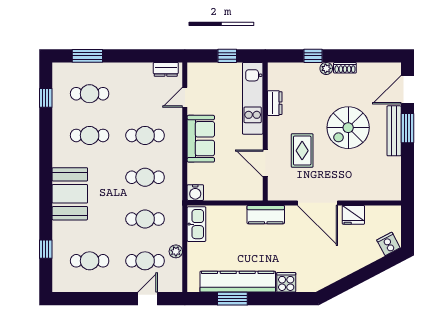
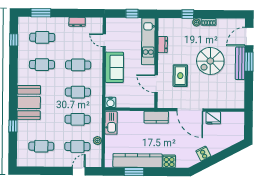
dresser: (166, 69) -> (77, 22), moved
door: (185, 97) -> (104, 40), hinge flipped
cooker: (388, 244) -> (203, 154), moved
window: (46, 249) -> (13, 126), moved

